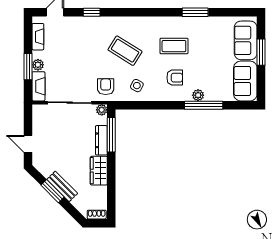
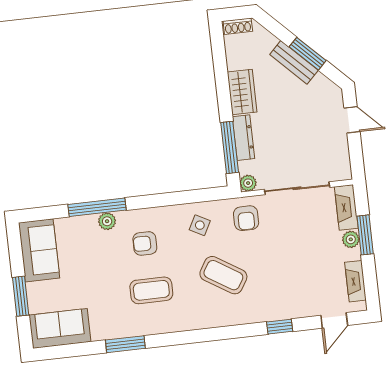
sofa: (246, 40) -> (60, 328), moved, turned -90

